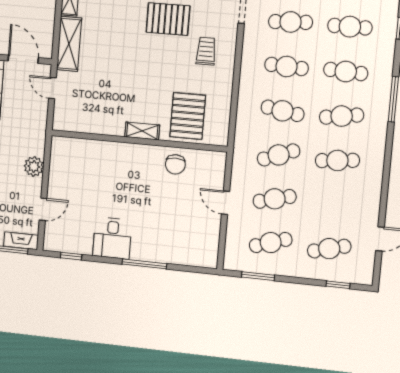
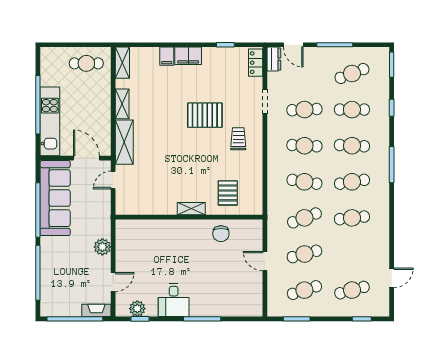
door: (52, 88) -> (113, 180), hinge flipped
pallet: (188, 116) -> (228, 193), width x0.67, depth x0.71
plant: (69, 244) -> (137, 309), added

